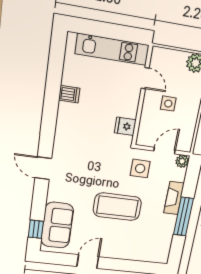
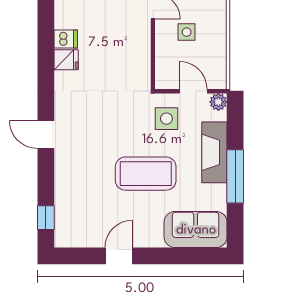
fridge: (125, 126) -> (66, 60), moved, turned 180
door: (165, 151) -> (193, 91), hinge flipped
fireplace: (174, 198) -> (214, 152), width x1.37, depth x1.32
sofa: (57, 225) -> (196, 230), moved, turned -90

